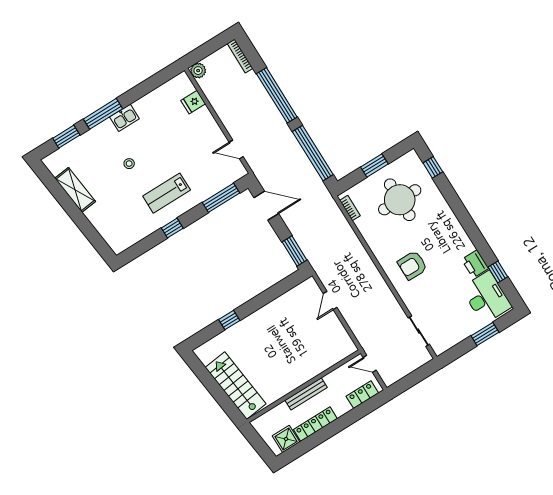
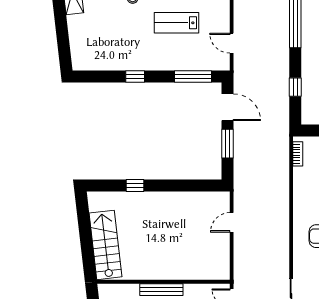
window: (313, 153) -> (295, 87), width x0.32
lab bench: (167, 193) -> (177, 23), moved
window: (294, 251) -> (227, 144), moved

